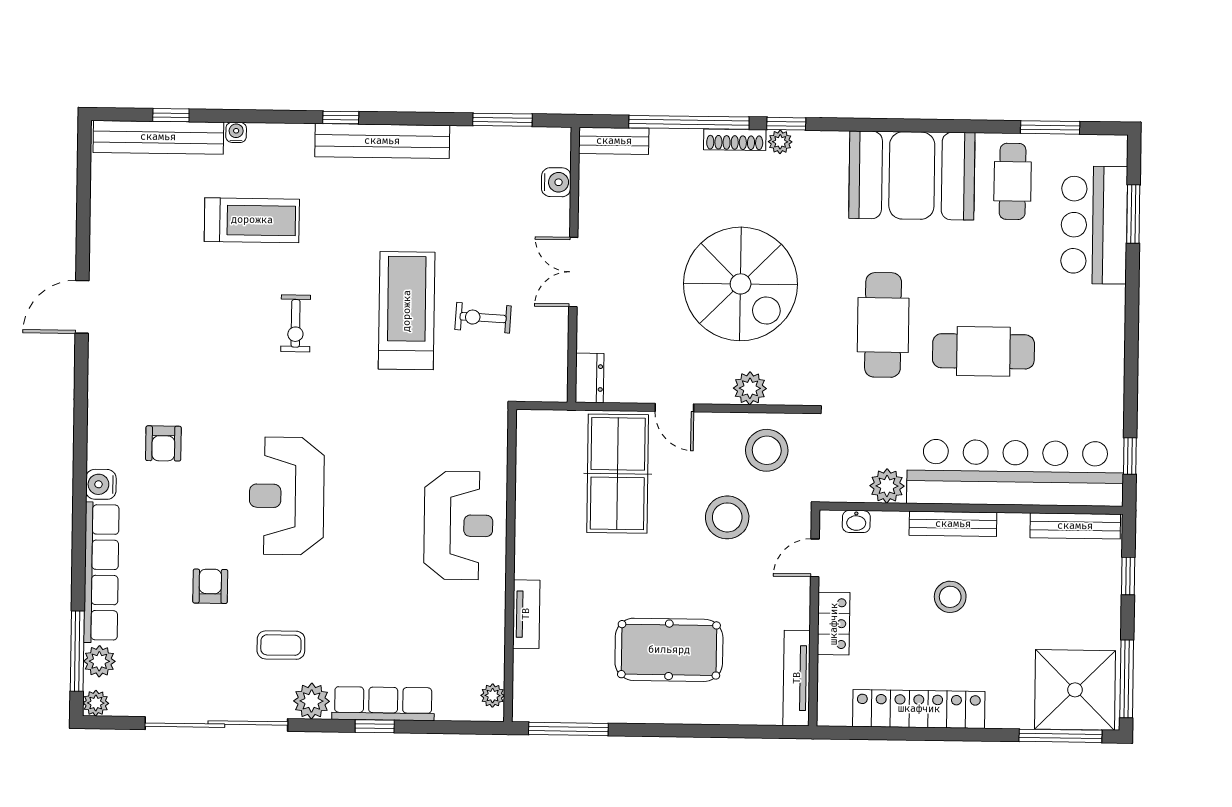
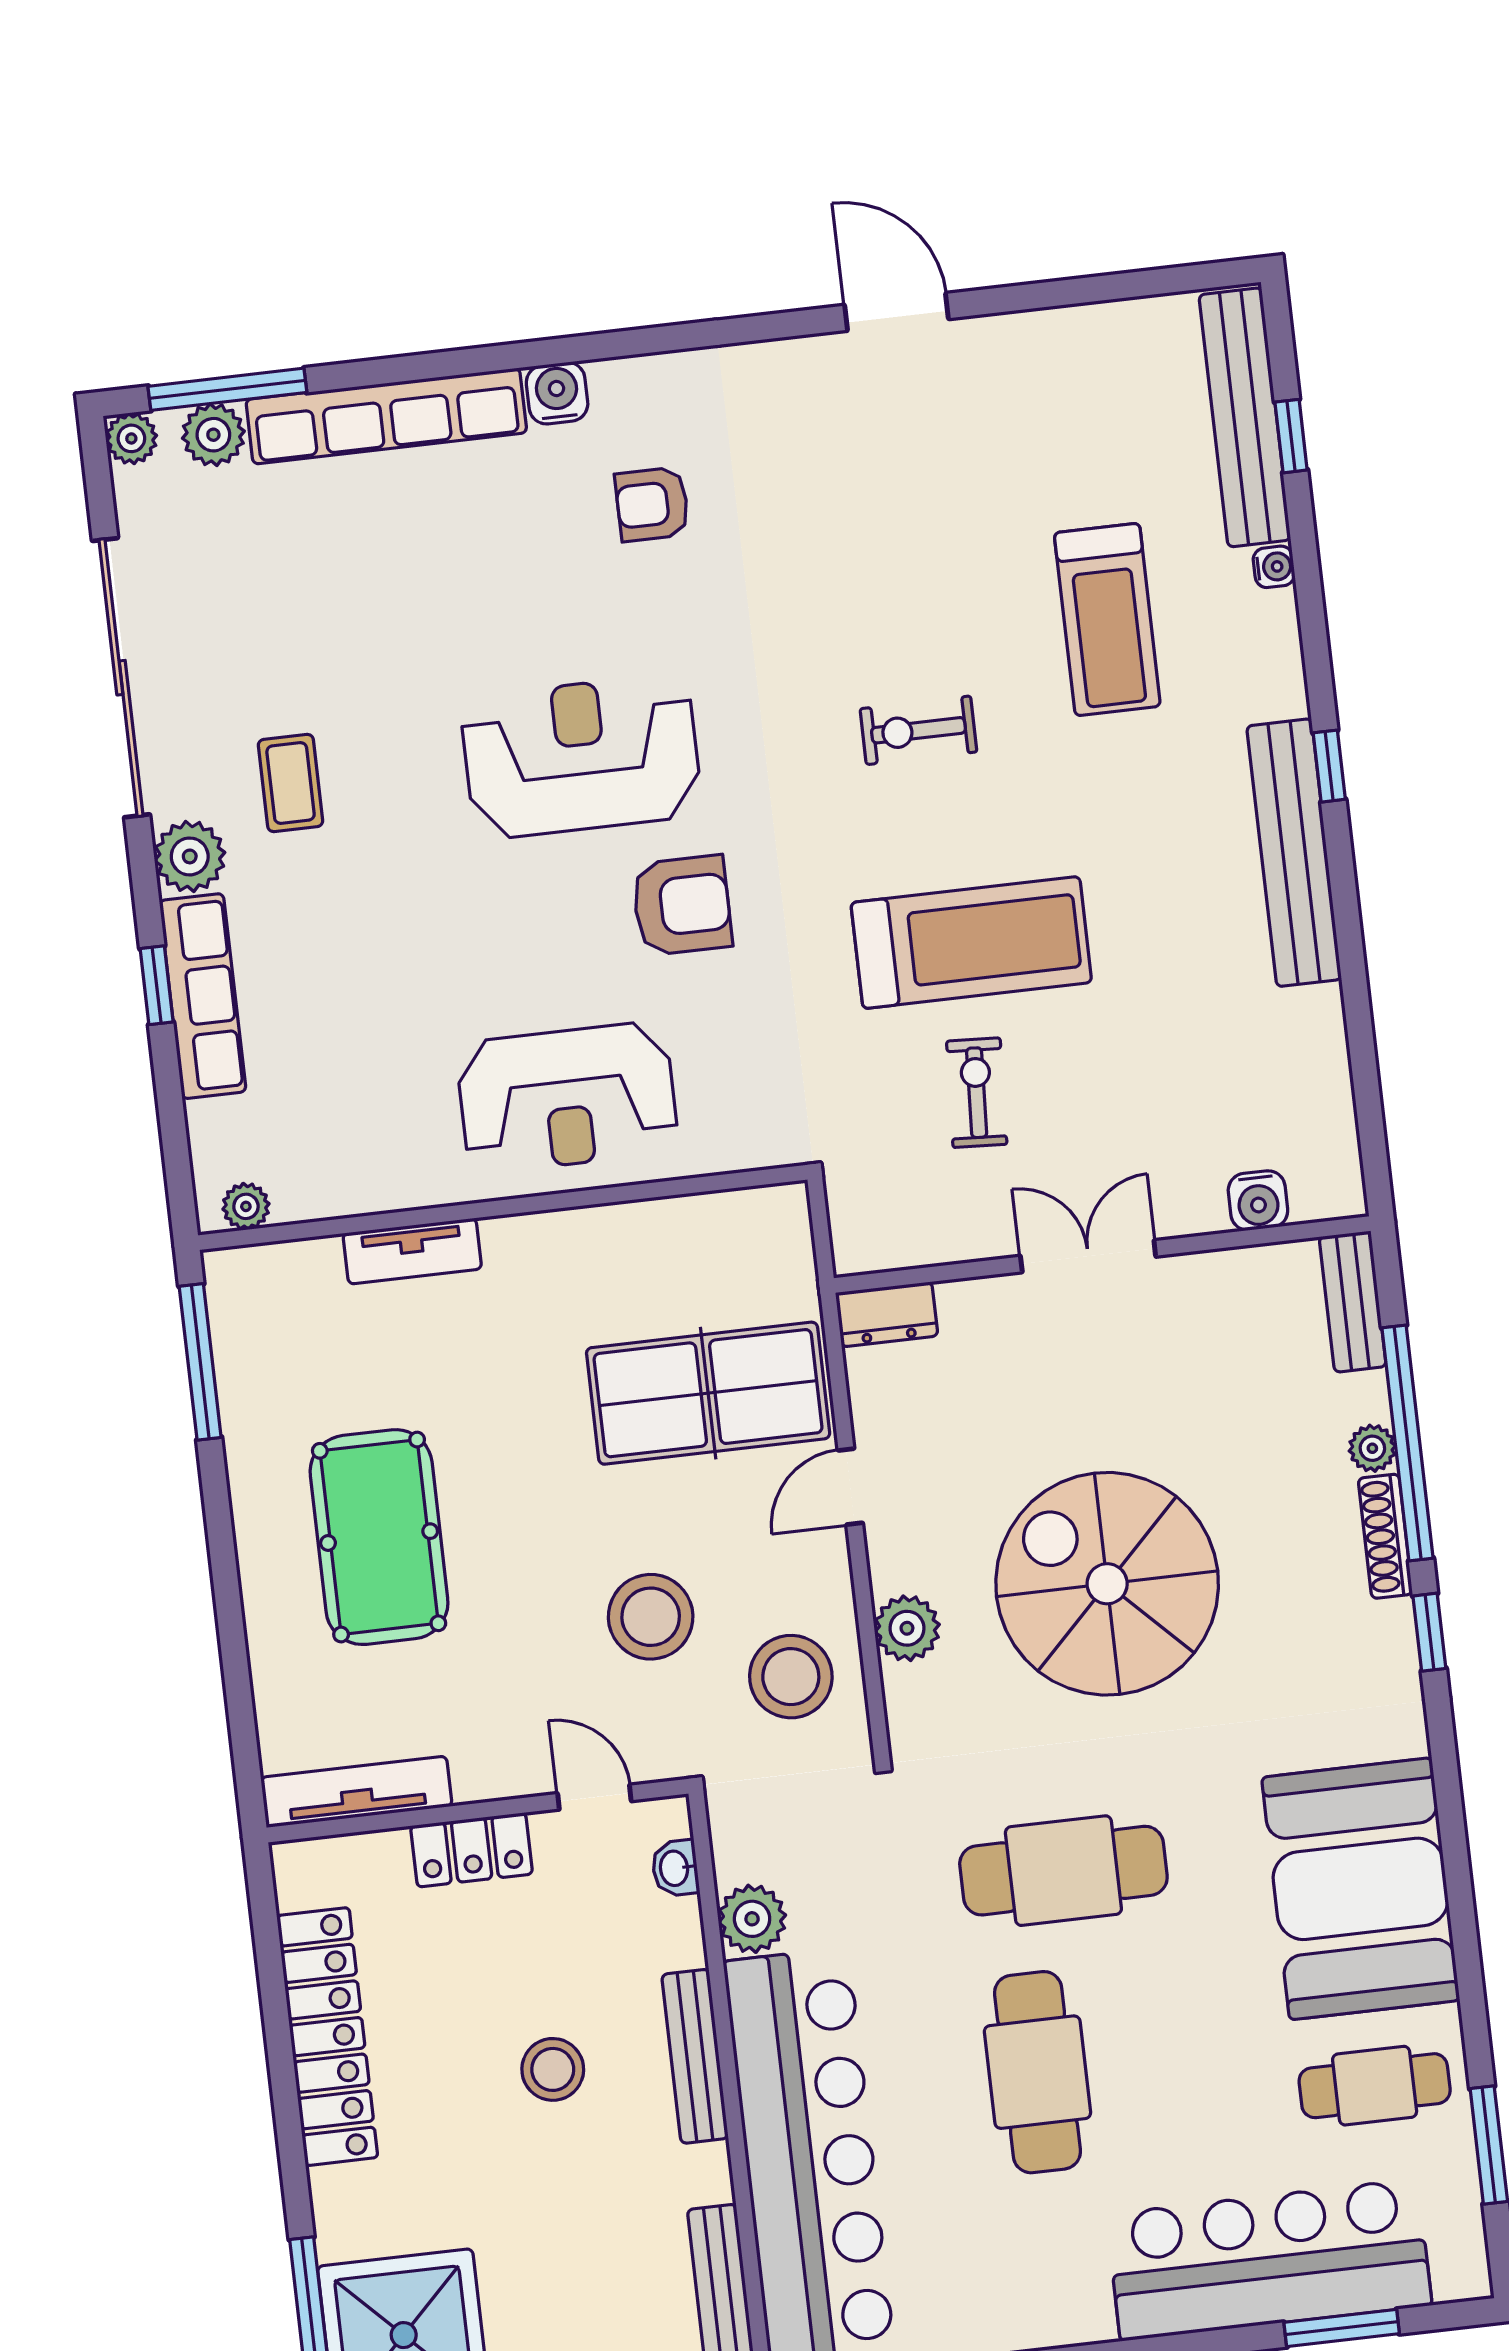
window: (503, 120) -> (1366, 1081), removed
plant: (780, 142) -> (1372, 1448), moved
bar counter: (1094, 225) -> (1269, 2260), width x1.36
spiral stairs: (741, 284) -> (1107, 1584), turned 90
armchair: (210, 586) -> (682, 905), moved, width x1.38, depth x1.38

